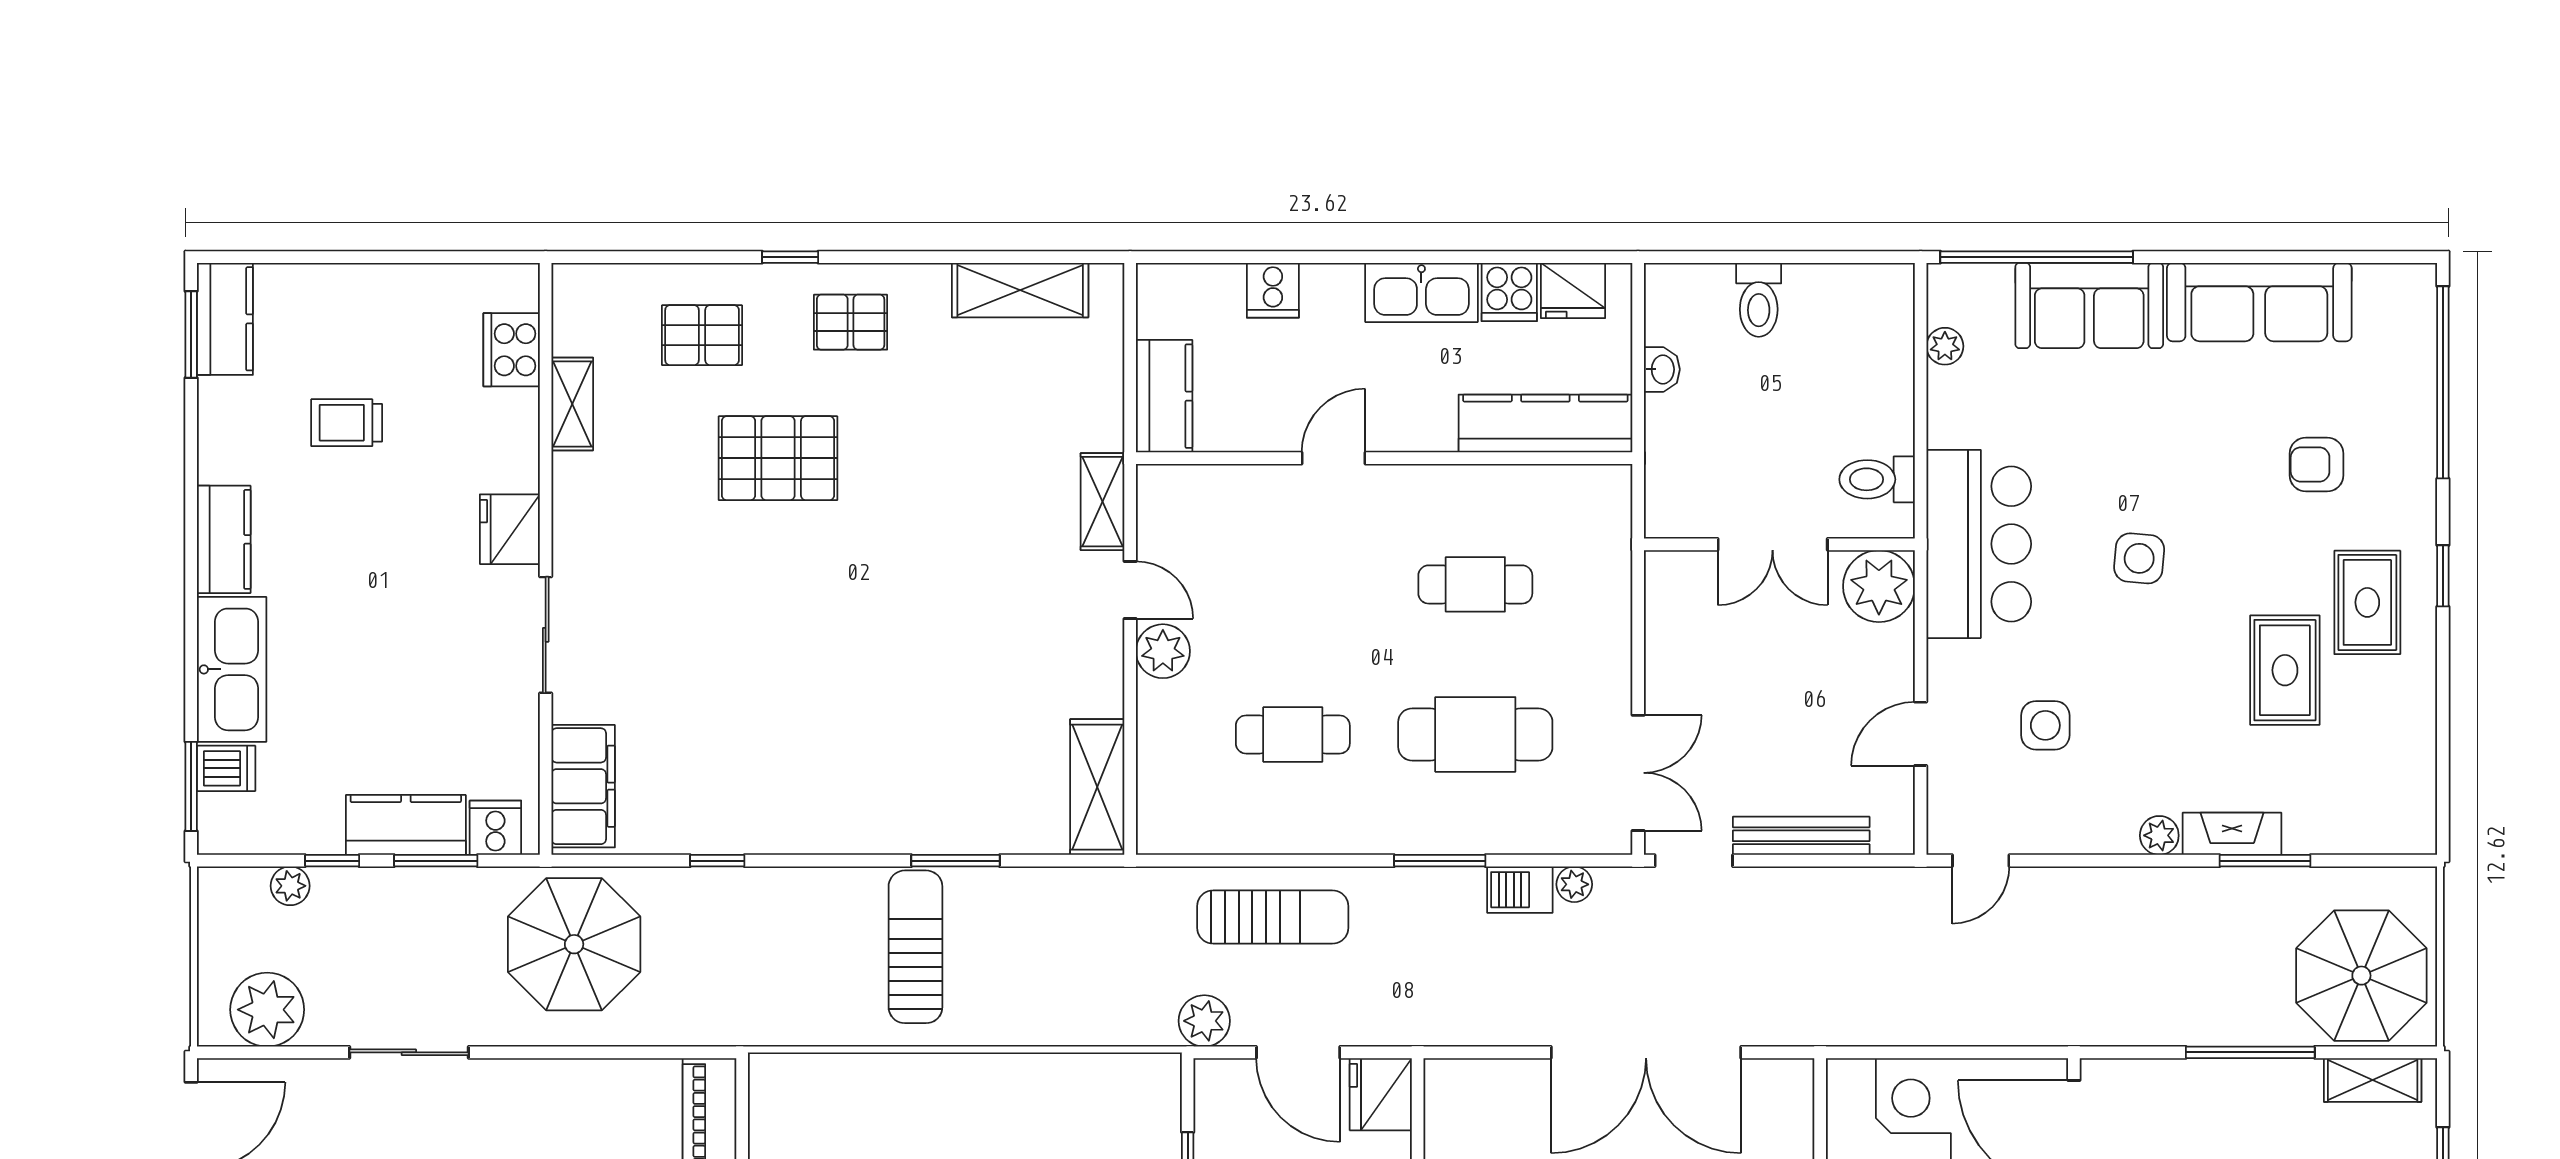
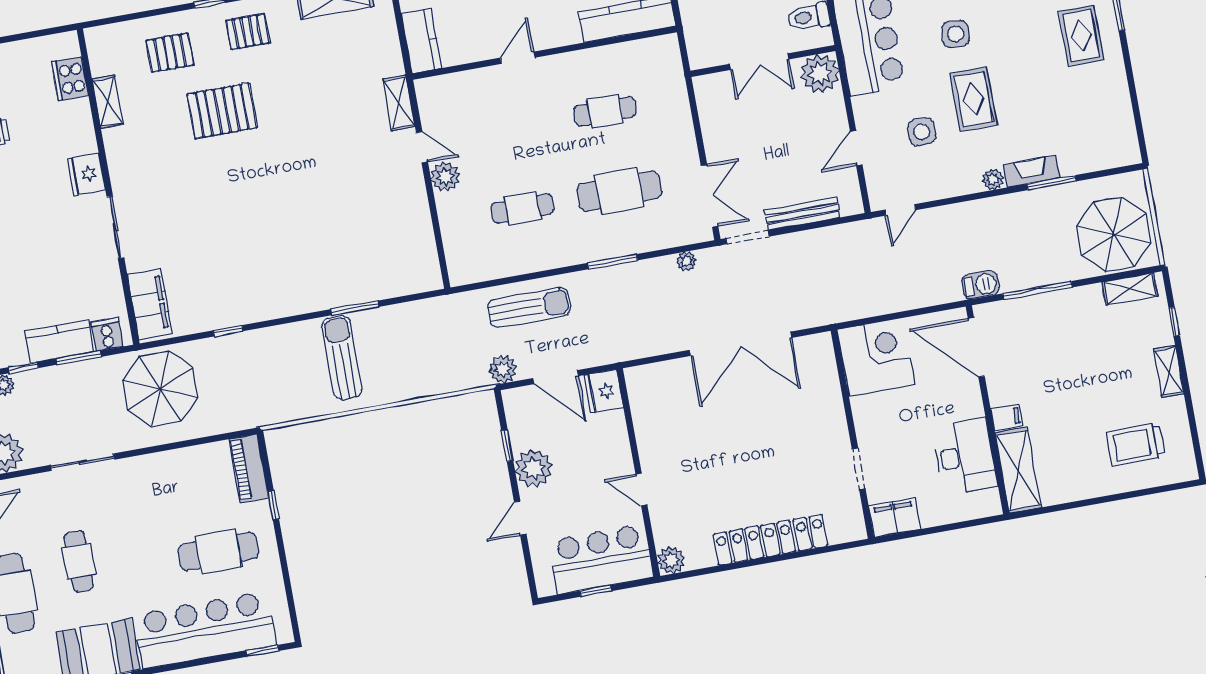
rug: (2285, 670) -> (974, 99), moved
shelving: (1097, 787) -> (423, 255), removed
barbecue: (1520, 890) -> (980, 285), moved, turned 180
window: (2250, 1052) -> (1037, 290), moved

